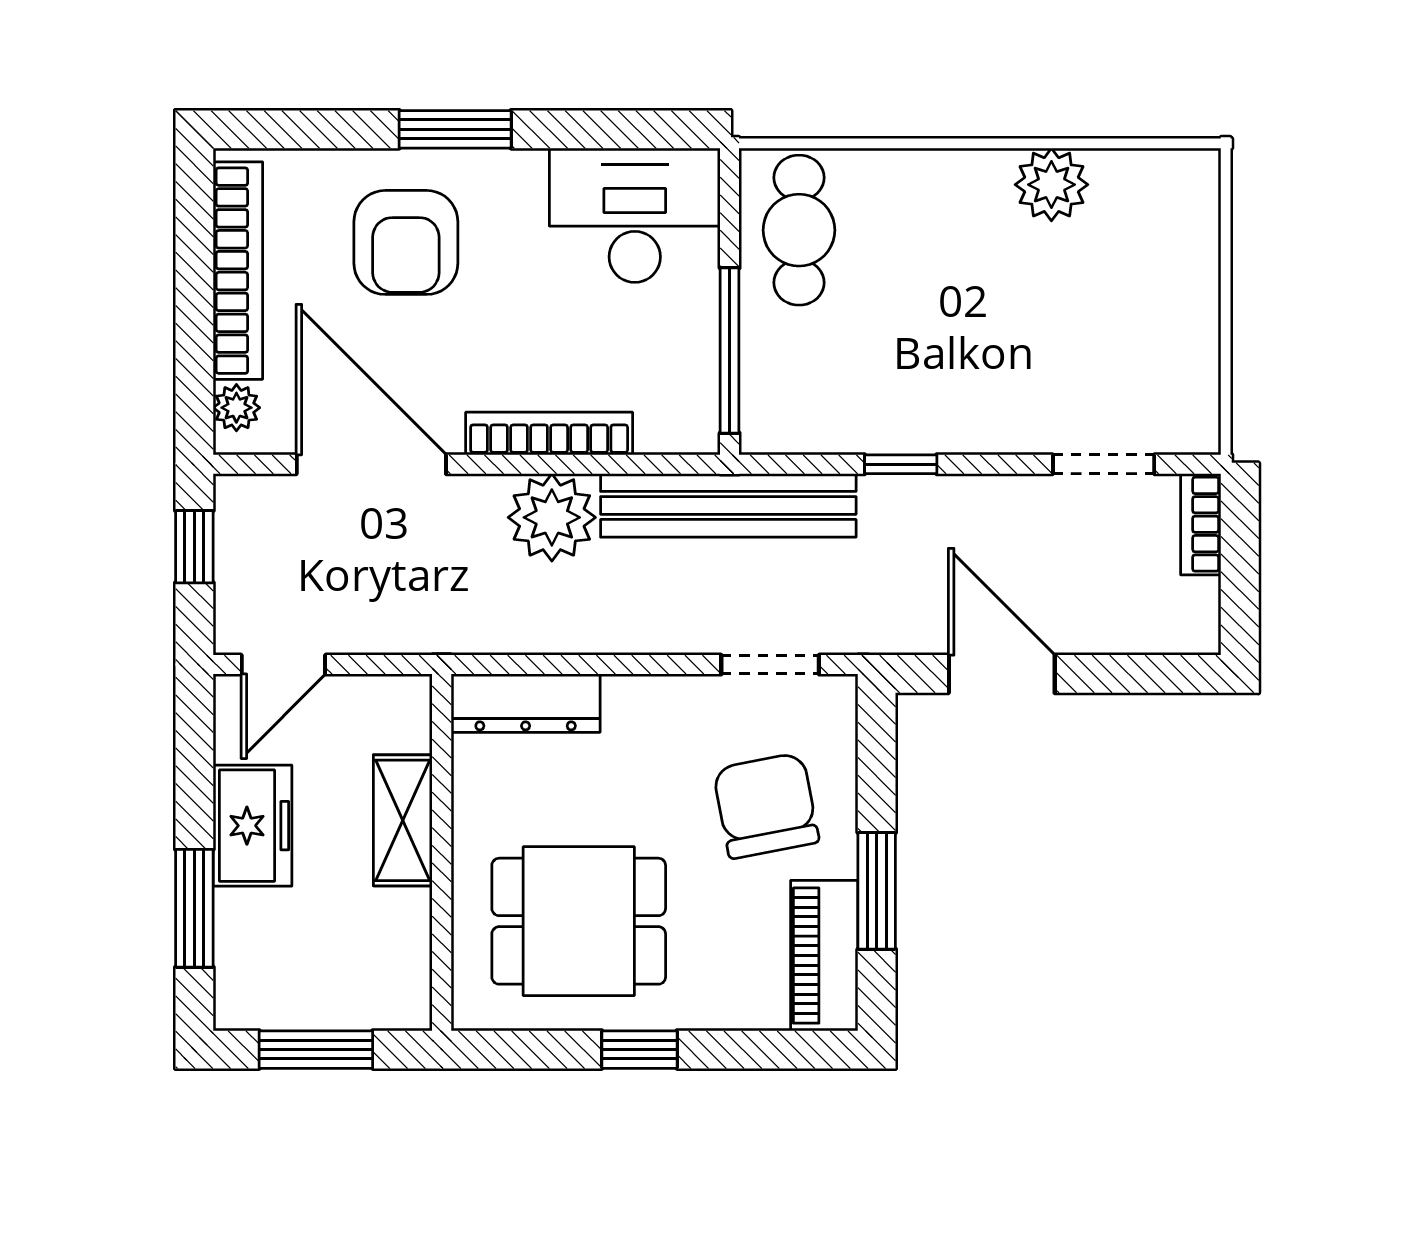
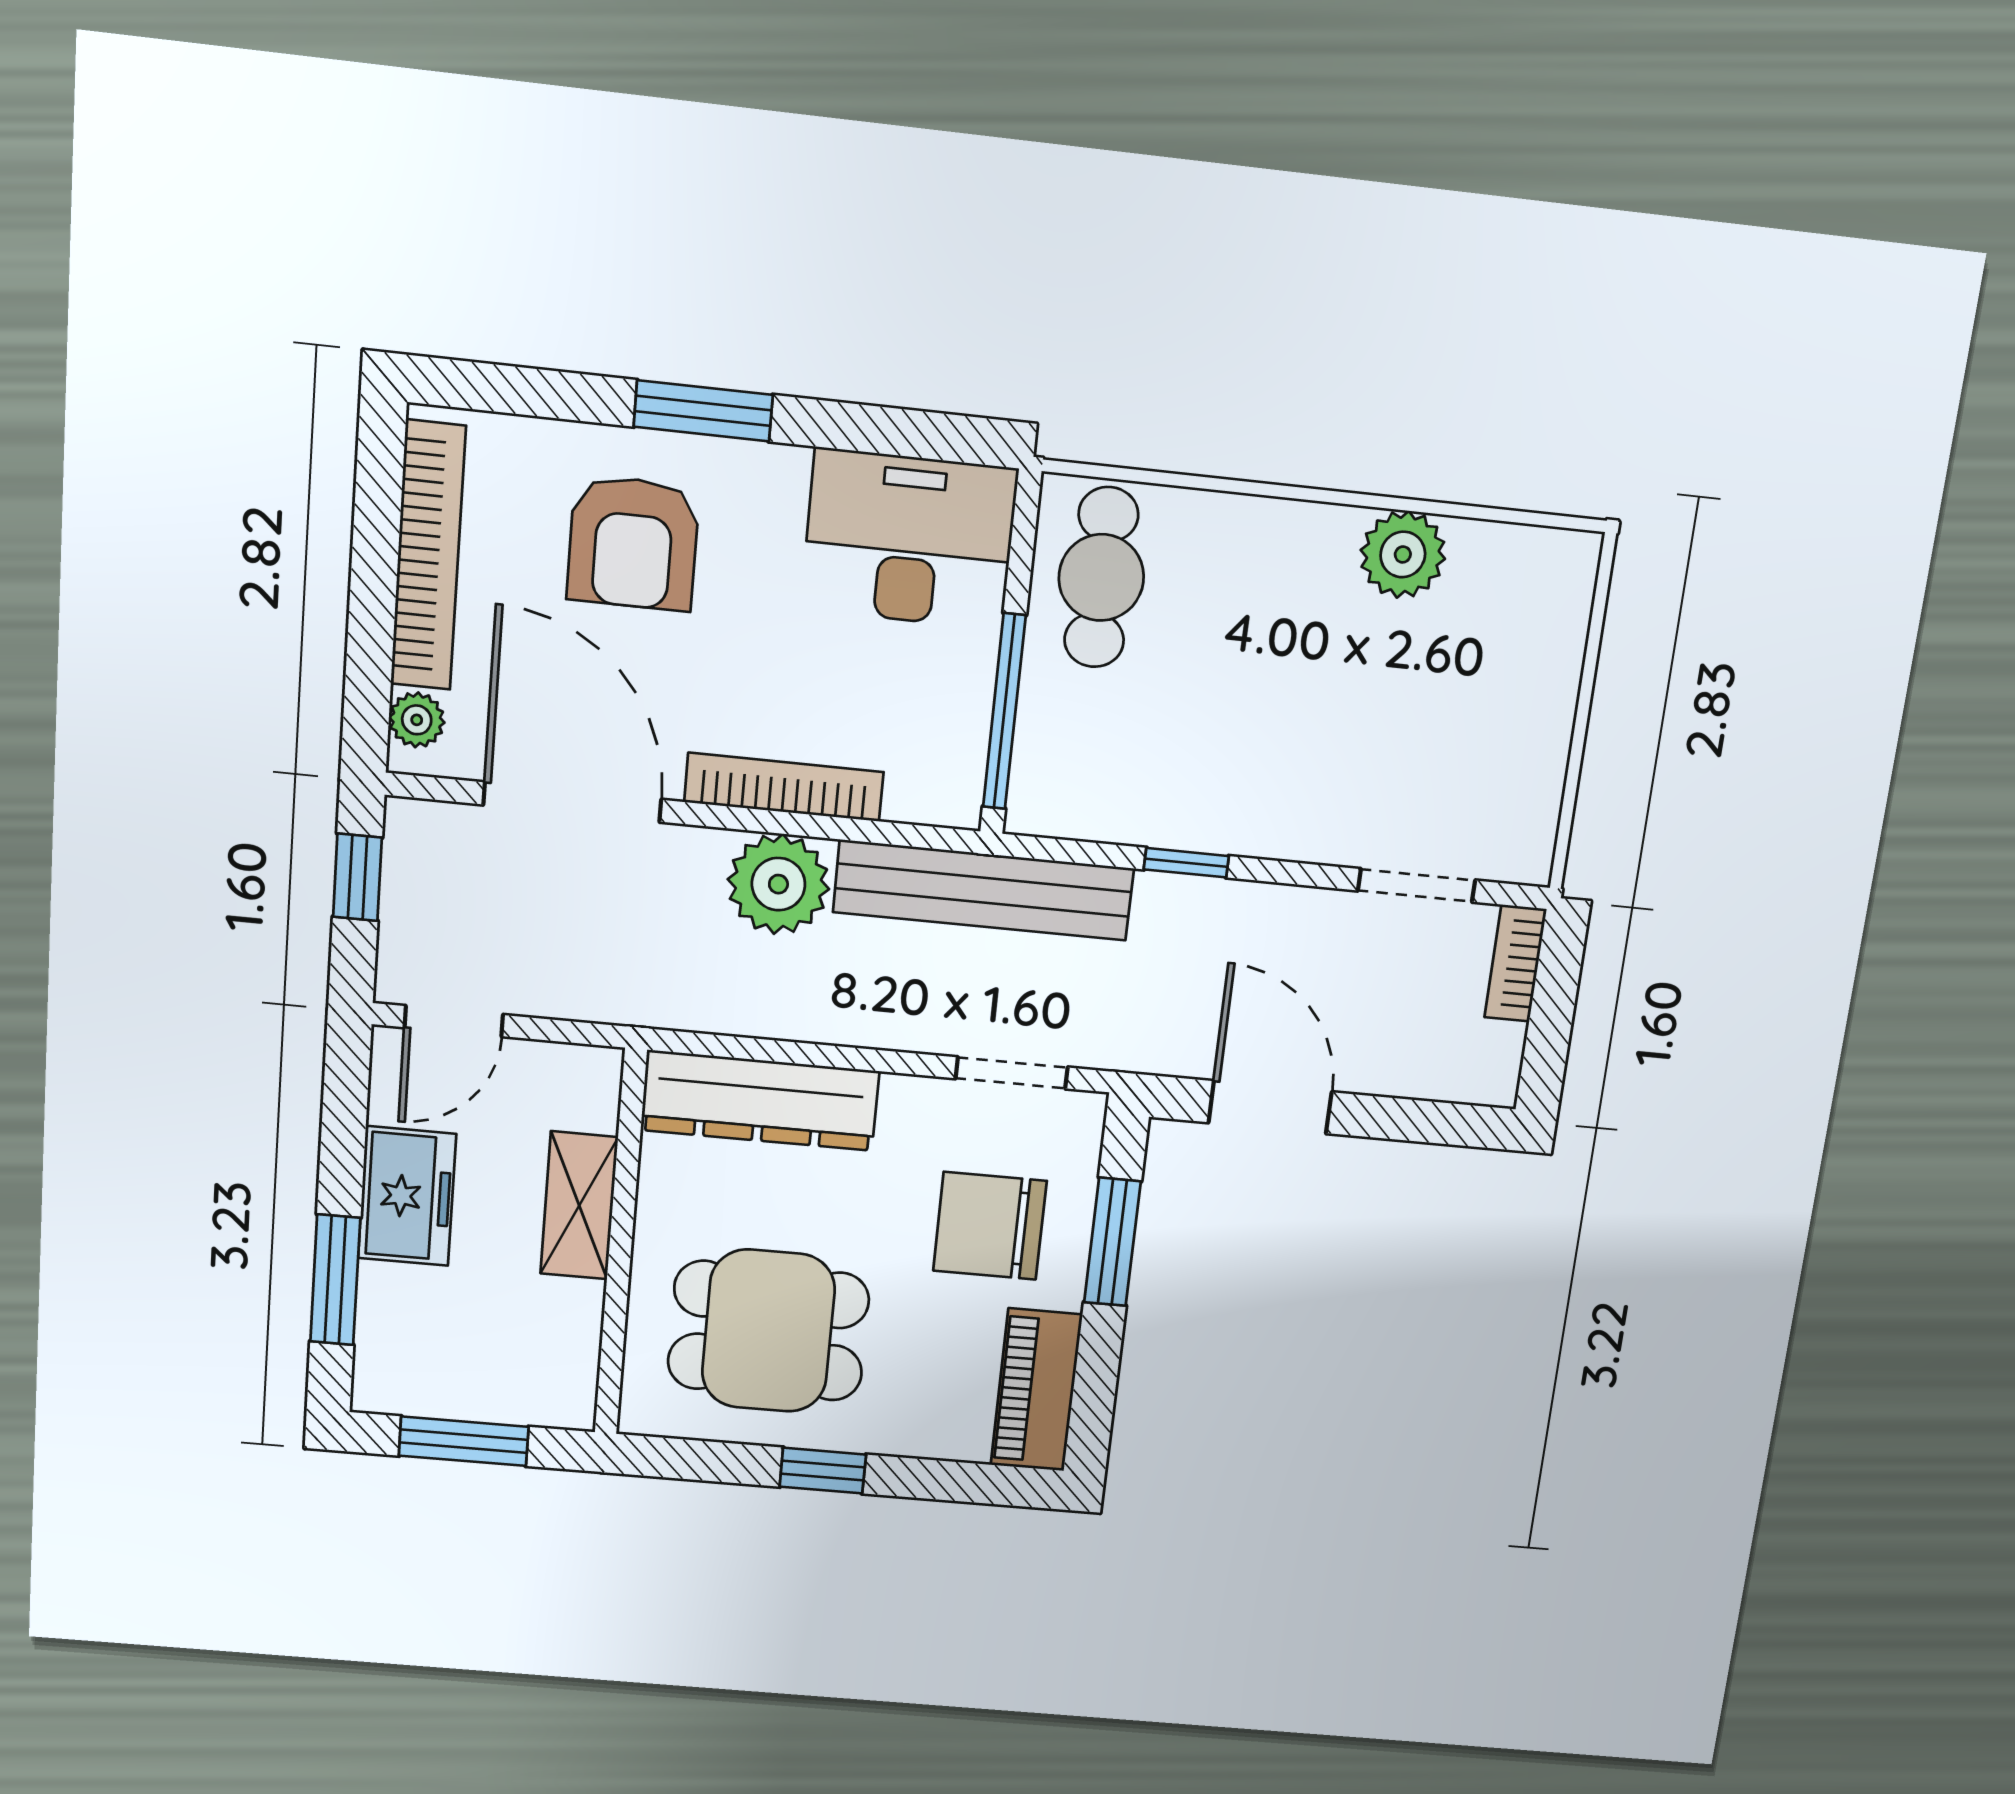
dresser: (526, 703) -> (760, 1101), width x1.37, depth x1.24
chair: (766, 806) -> (990, 1226), turned -79
window: (877, 891) -> (1112, 1242), moved

